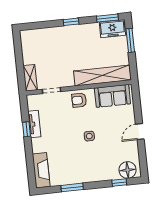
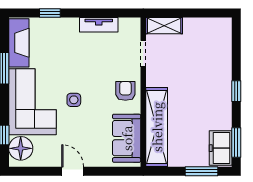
window: (27, 129) -> (50, 13), moved
corner sofa: (94, 165) -> (32, 102), added
fireplace: (41, 170) -> (19, 43), moved, turned -90

